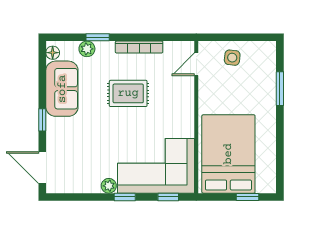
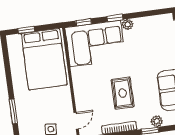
rug: (128, 93) -> (123, 93), turned 90

